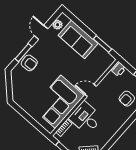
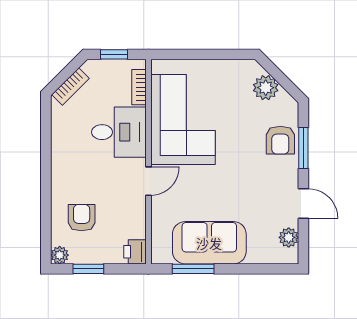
sofa: (78, 39) -> (209, 243), moved
armchair: (29, 63) -> (280, 140), turned -86
plant: (18, 87) -> (266, 88), added

